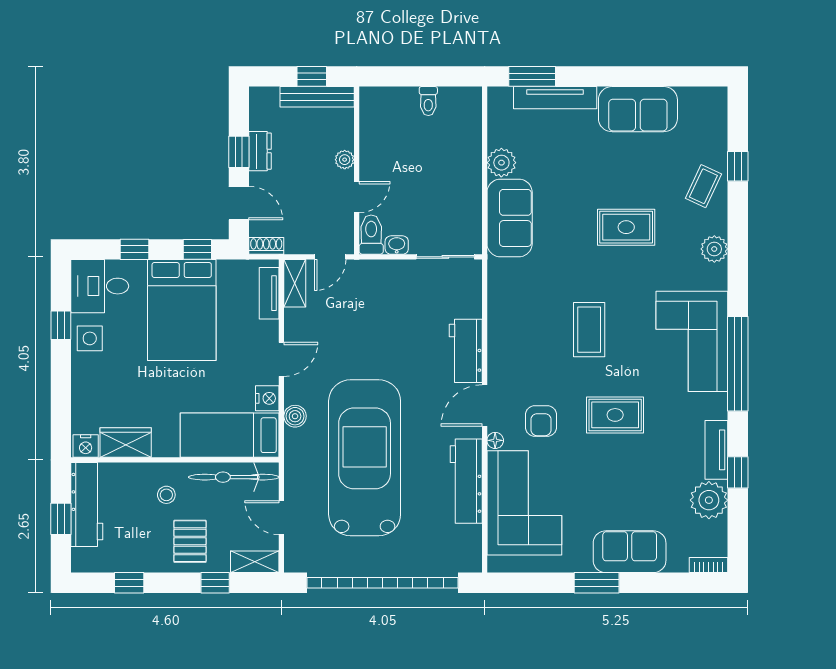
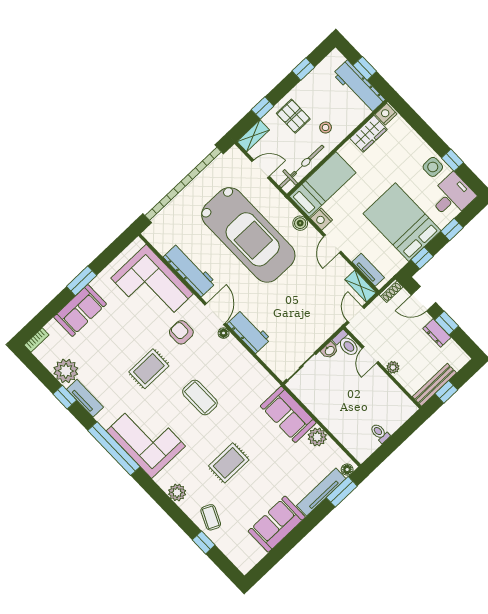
floor lamp: (503, 95) -> (347, 470), added
floor lamp: (495, 440) -> (224, 333), moved

